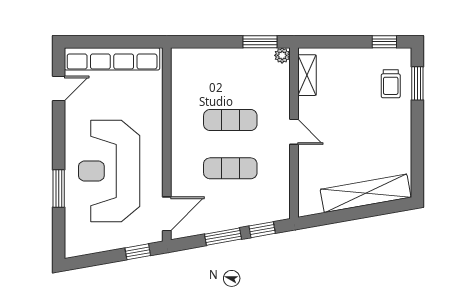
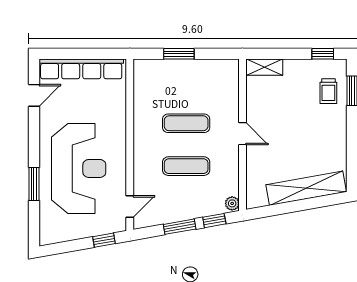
window: (260, 42) -> (179, 54), moved
plant: (282, 55) -> (232, 203), moved
shelving: (307, 75) -> (264, 67), moved, turned 90
reception desk: (109, 171) -> (79, 168), turned 180
door: (167, 214) -> (130, 207), width x0.73

